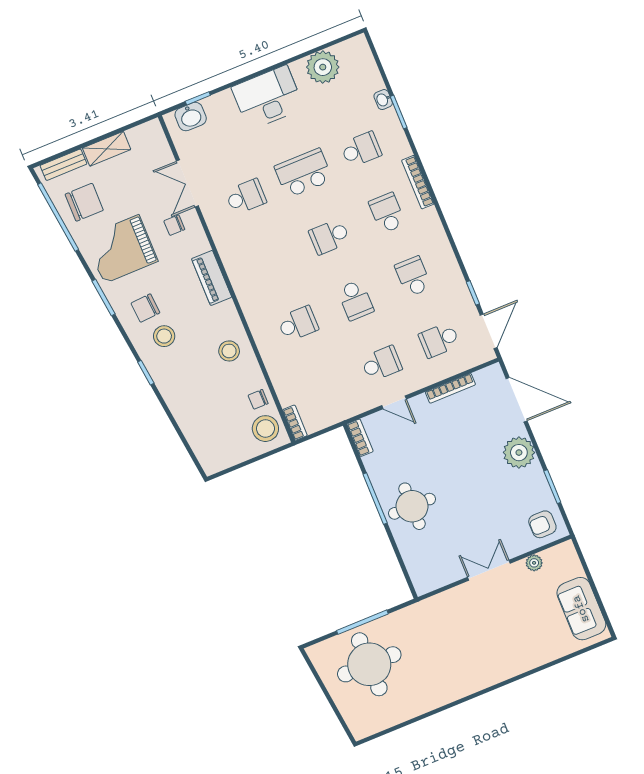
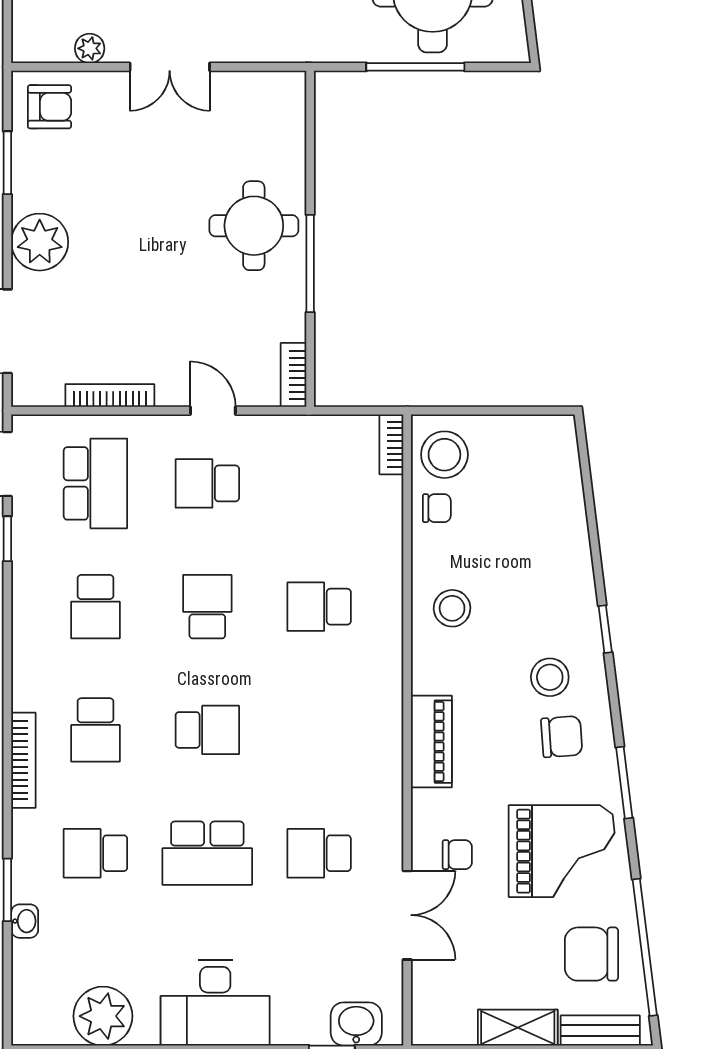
school desk: (439, 340) -> (95, 483), width x1.85

